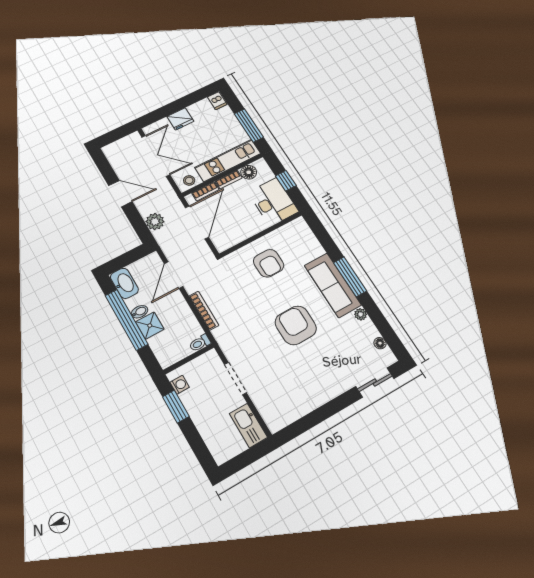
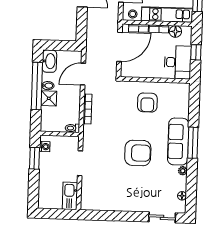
plant: (155, 222) -> (93, 30), removed
armchair: (296, 325) -> (138, 153), turned 90

